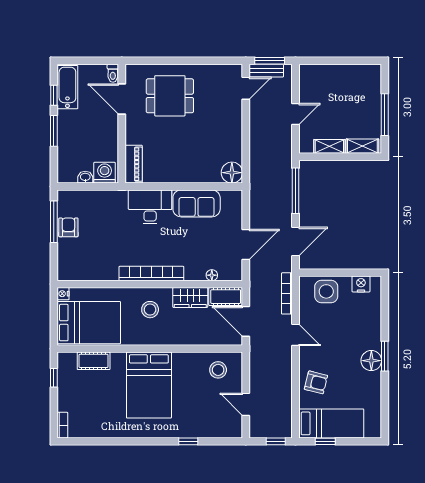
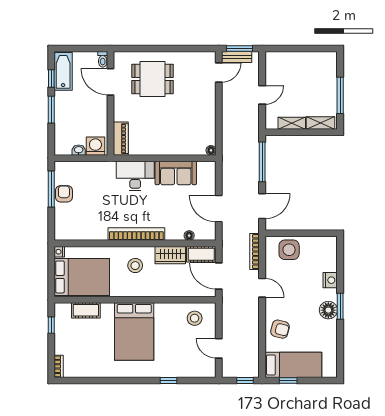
floor lamp: (232, 173) -> (211, 150), width x0.53, depth x0.53
door: (246, 244) -> (219, 209), swing flipped
nightstand: (361, 284) -> (330, 280), moved, turned 90

